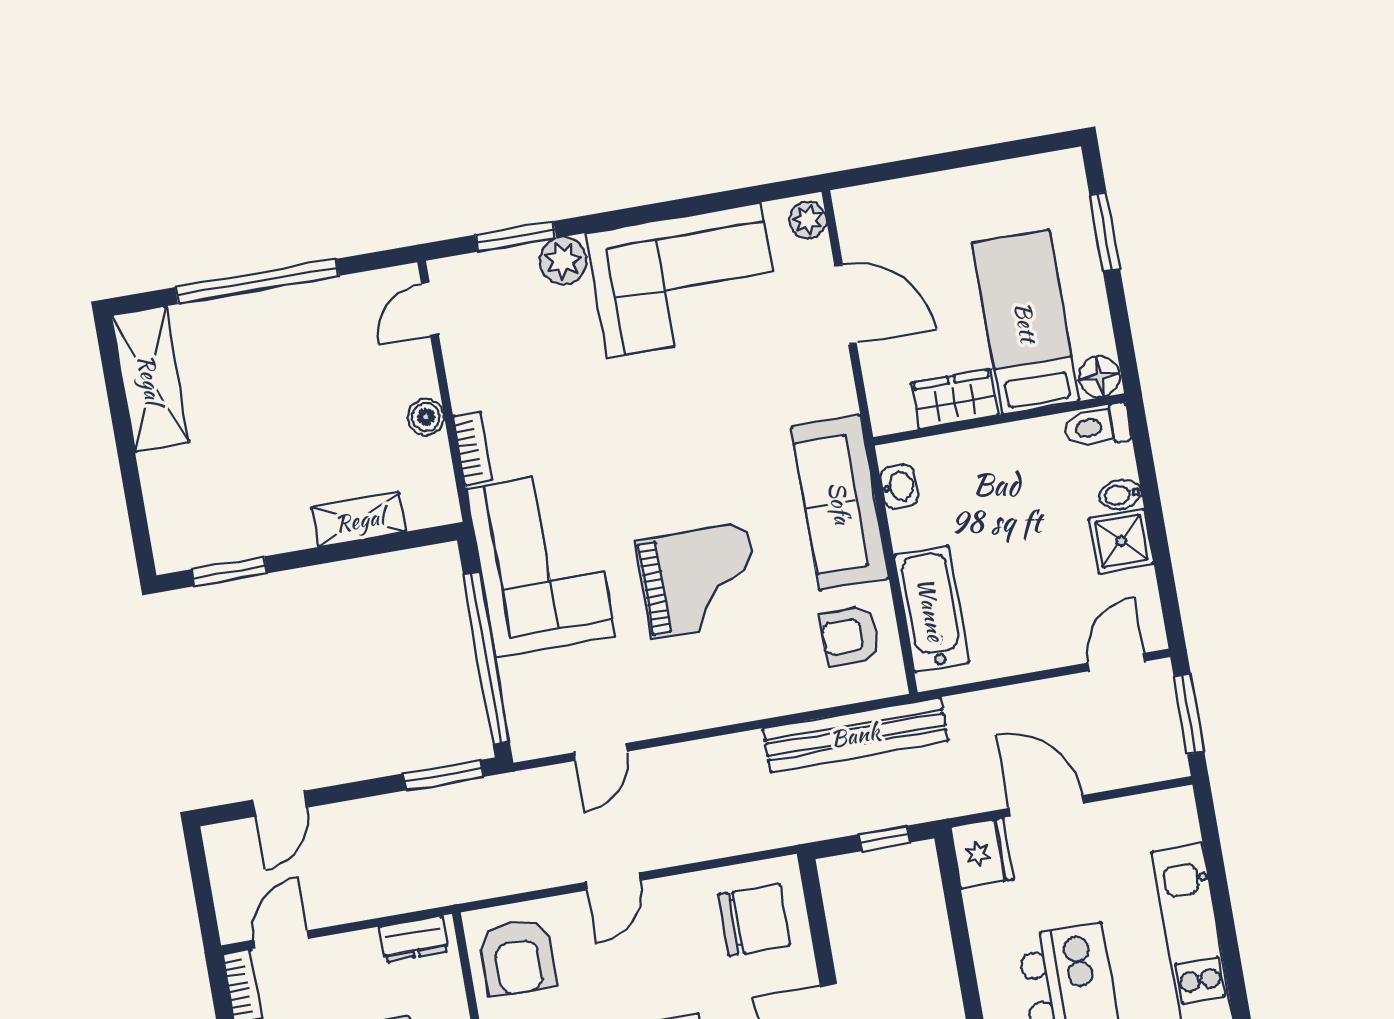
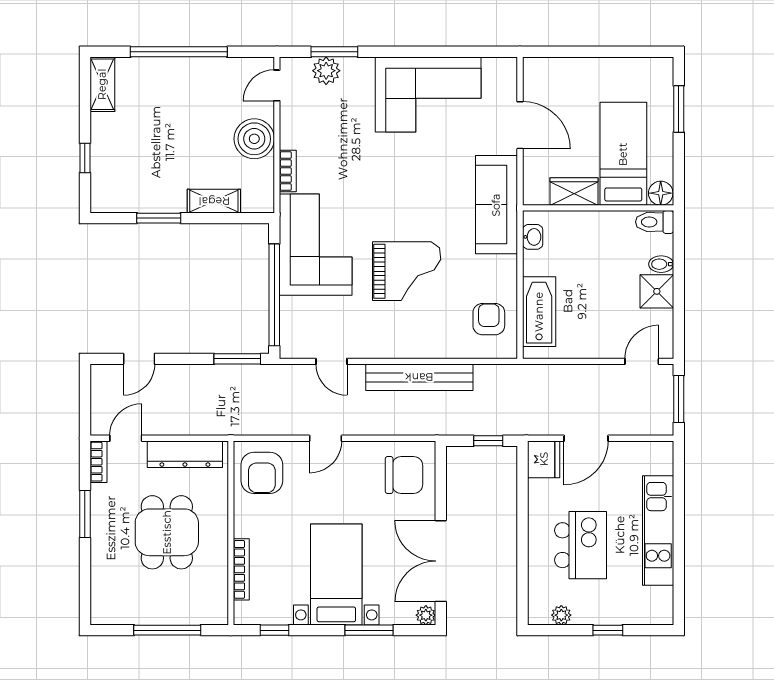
plant: (808, 220) -> (507, 72), removed
plant: (563, 261) -> (326, 71), moved
shelving: (150, 379) -> (102, 84), width x0.67, depth x0.75
boiler: (426, 417) -> (254, 139), width x1.86, depth x1.86
window: (132, 485) -> (85, 158), added
sofa: (840, 503) -> (496, 205), moved
window: (229, 571) -> (159, 218), moved
armchair: (850, 636) -> (489, 319), turned 90
bench: (855, 735) -> (419, 377), moved
door: (601, 752) -> (331, 361), hinge flipped
door: (1046, 806) -> (586, 438), swing flipped
dresser: (414, 939) -> (185, 454), width x1.96, depth x1.24

